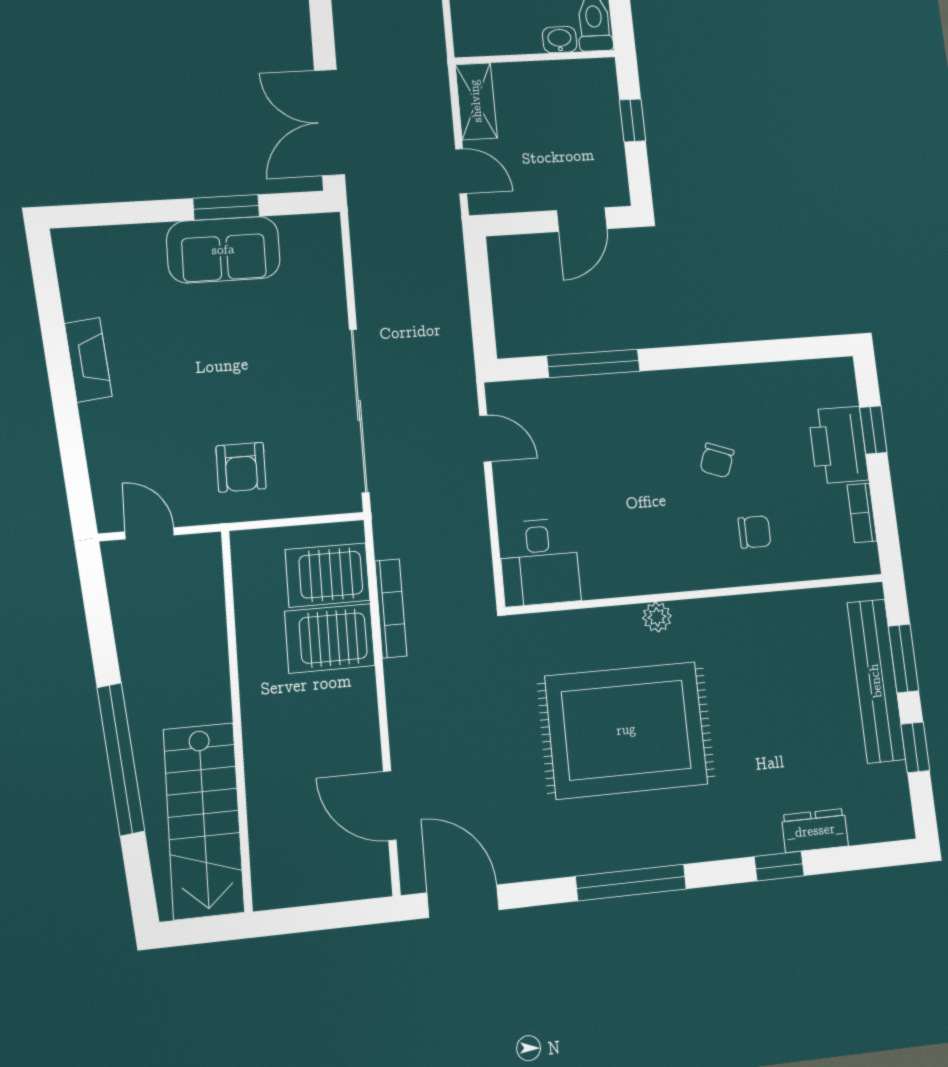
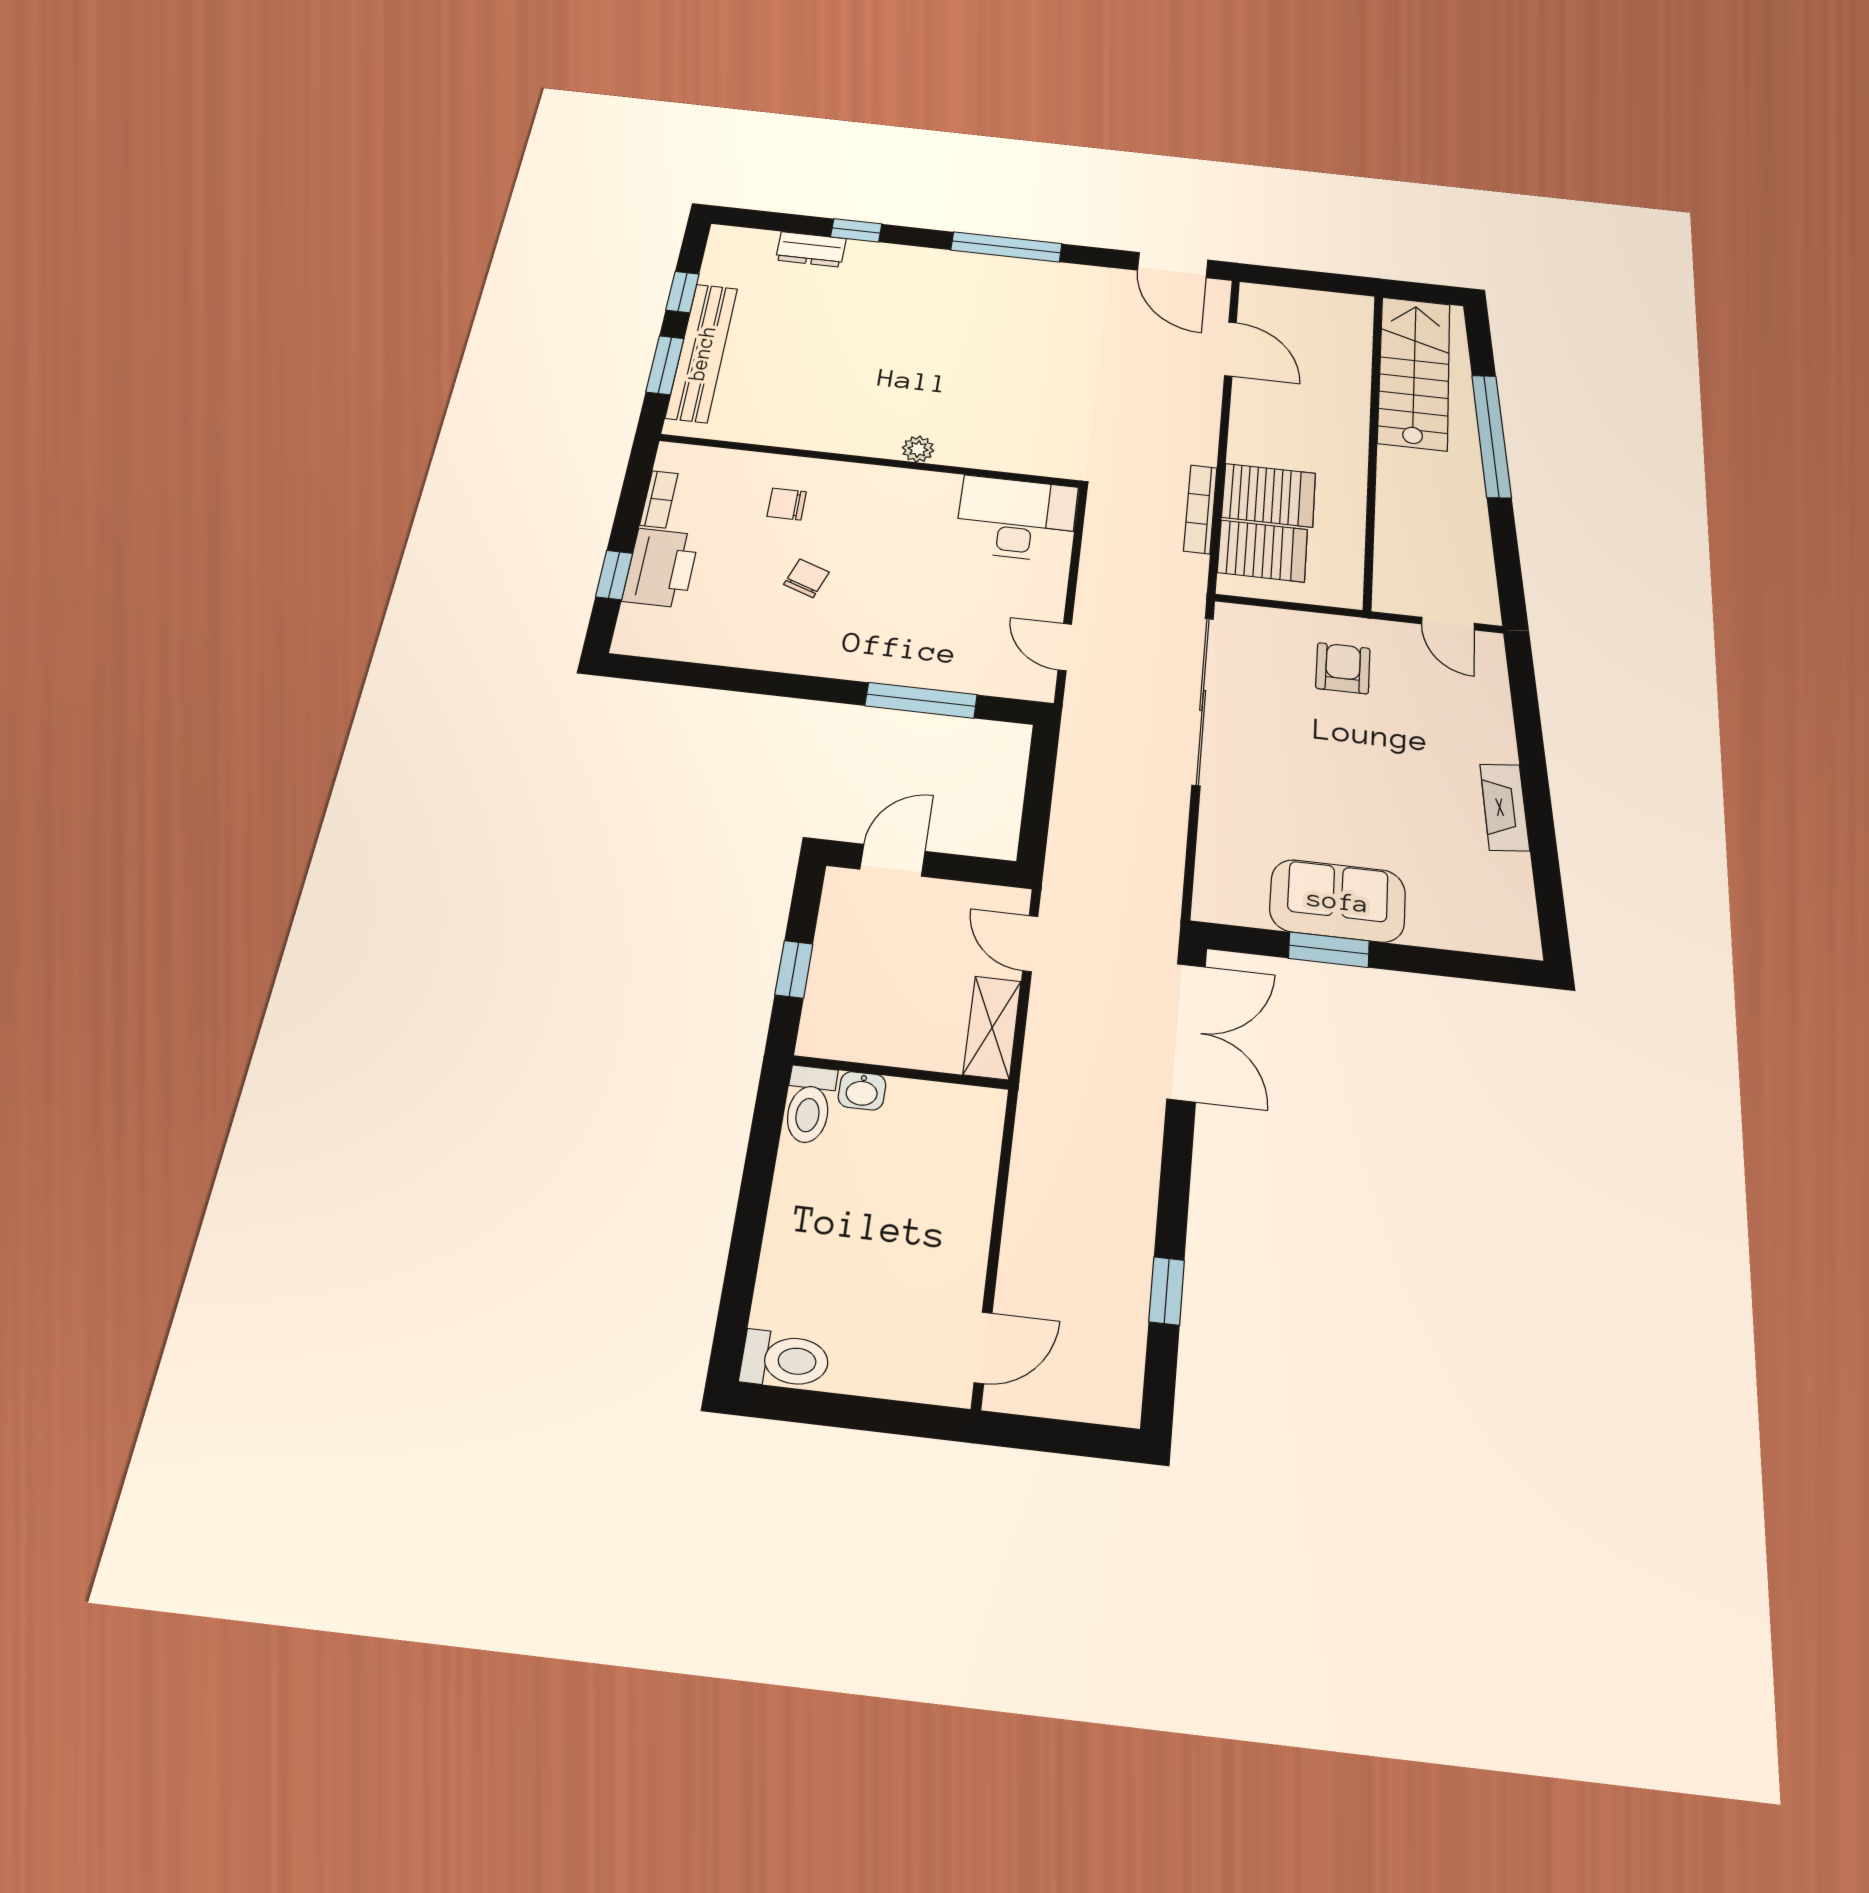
desk: (539, 562) -> (1016, 519), width x1.37
rug: (626, 730) -> (978, 362), removed

